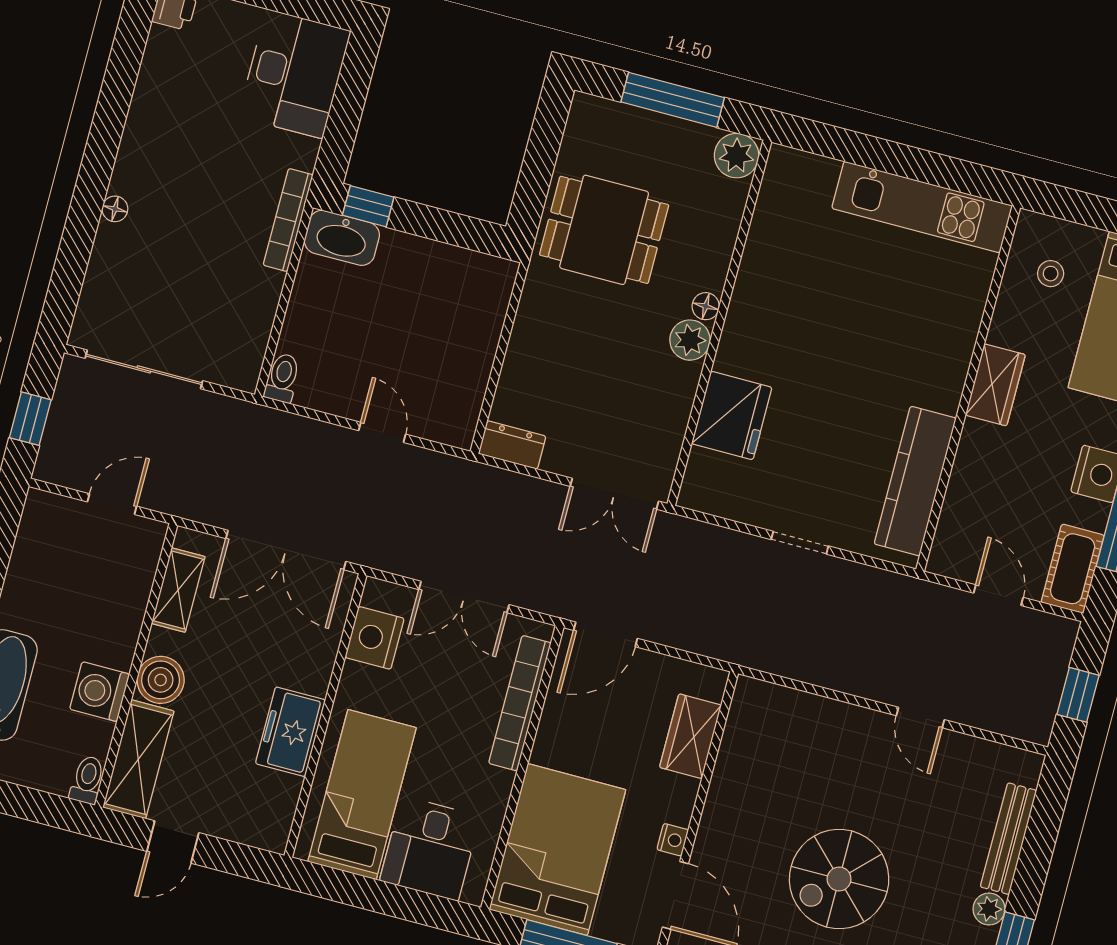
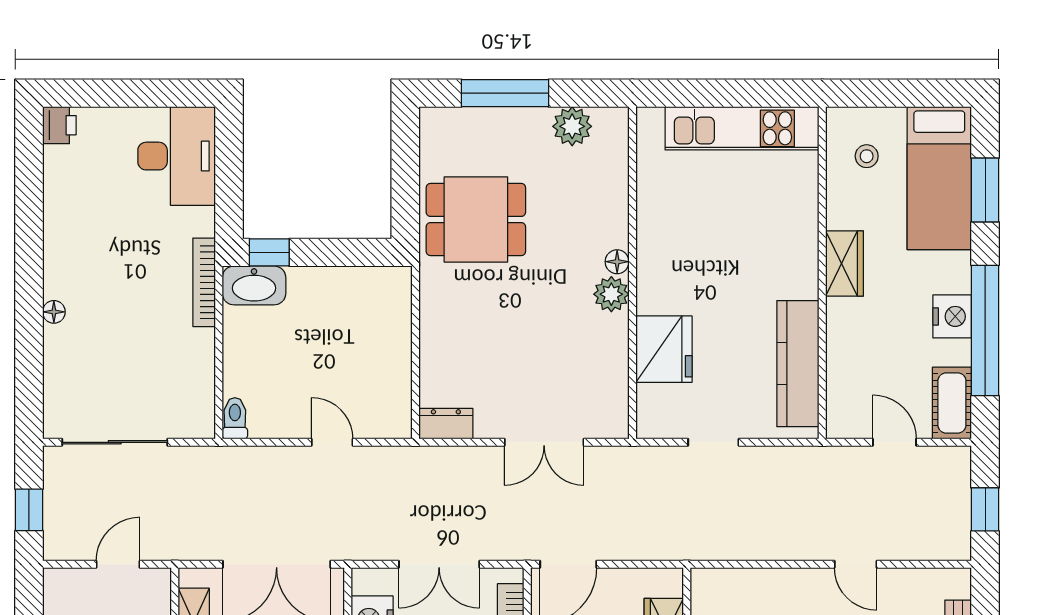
floor lamp: (706, 306) -> (617, 262), moved
wall: (719, 323) -> (632, 273), moved
plant: (690, 340) -> (611, 294), moved
fridge: (732, 415) -> (664, 349), moved

